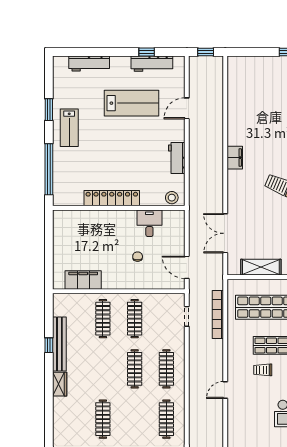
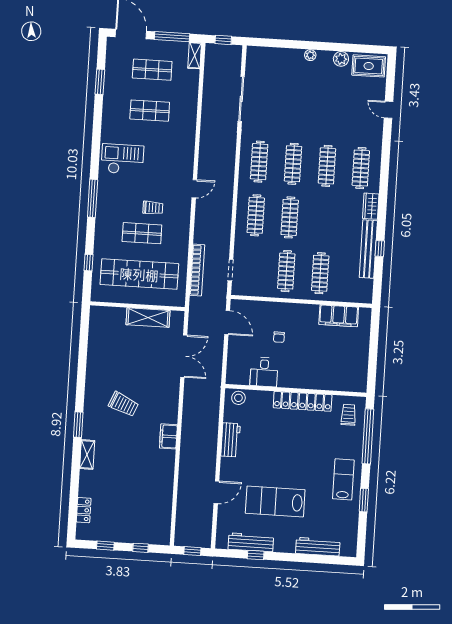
window: (254, 52) -> (141, 548), added
trolley: (68, 188) -> (348, 415), added
clothes rail: (71, 419) -> (361, 168), added
clothes rail: (135, 419) -> (293, 164), added

